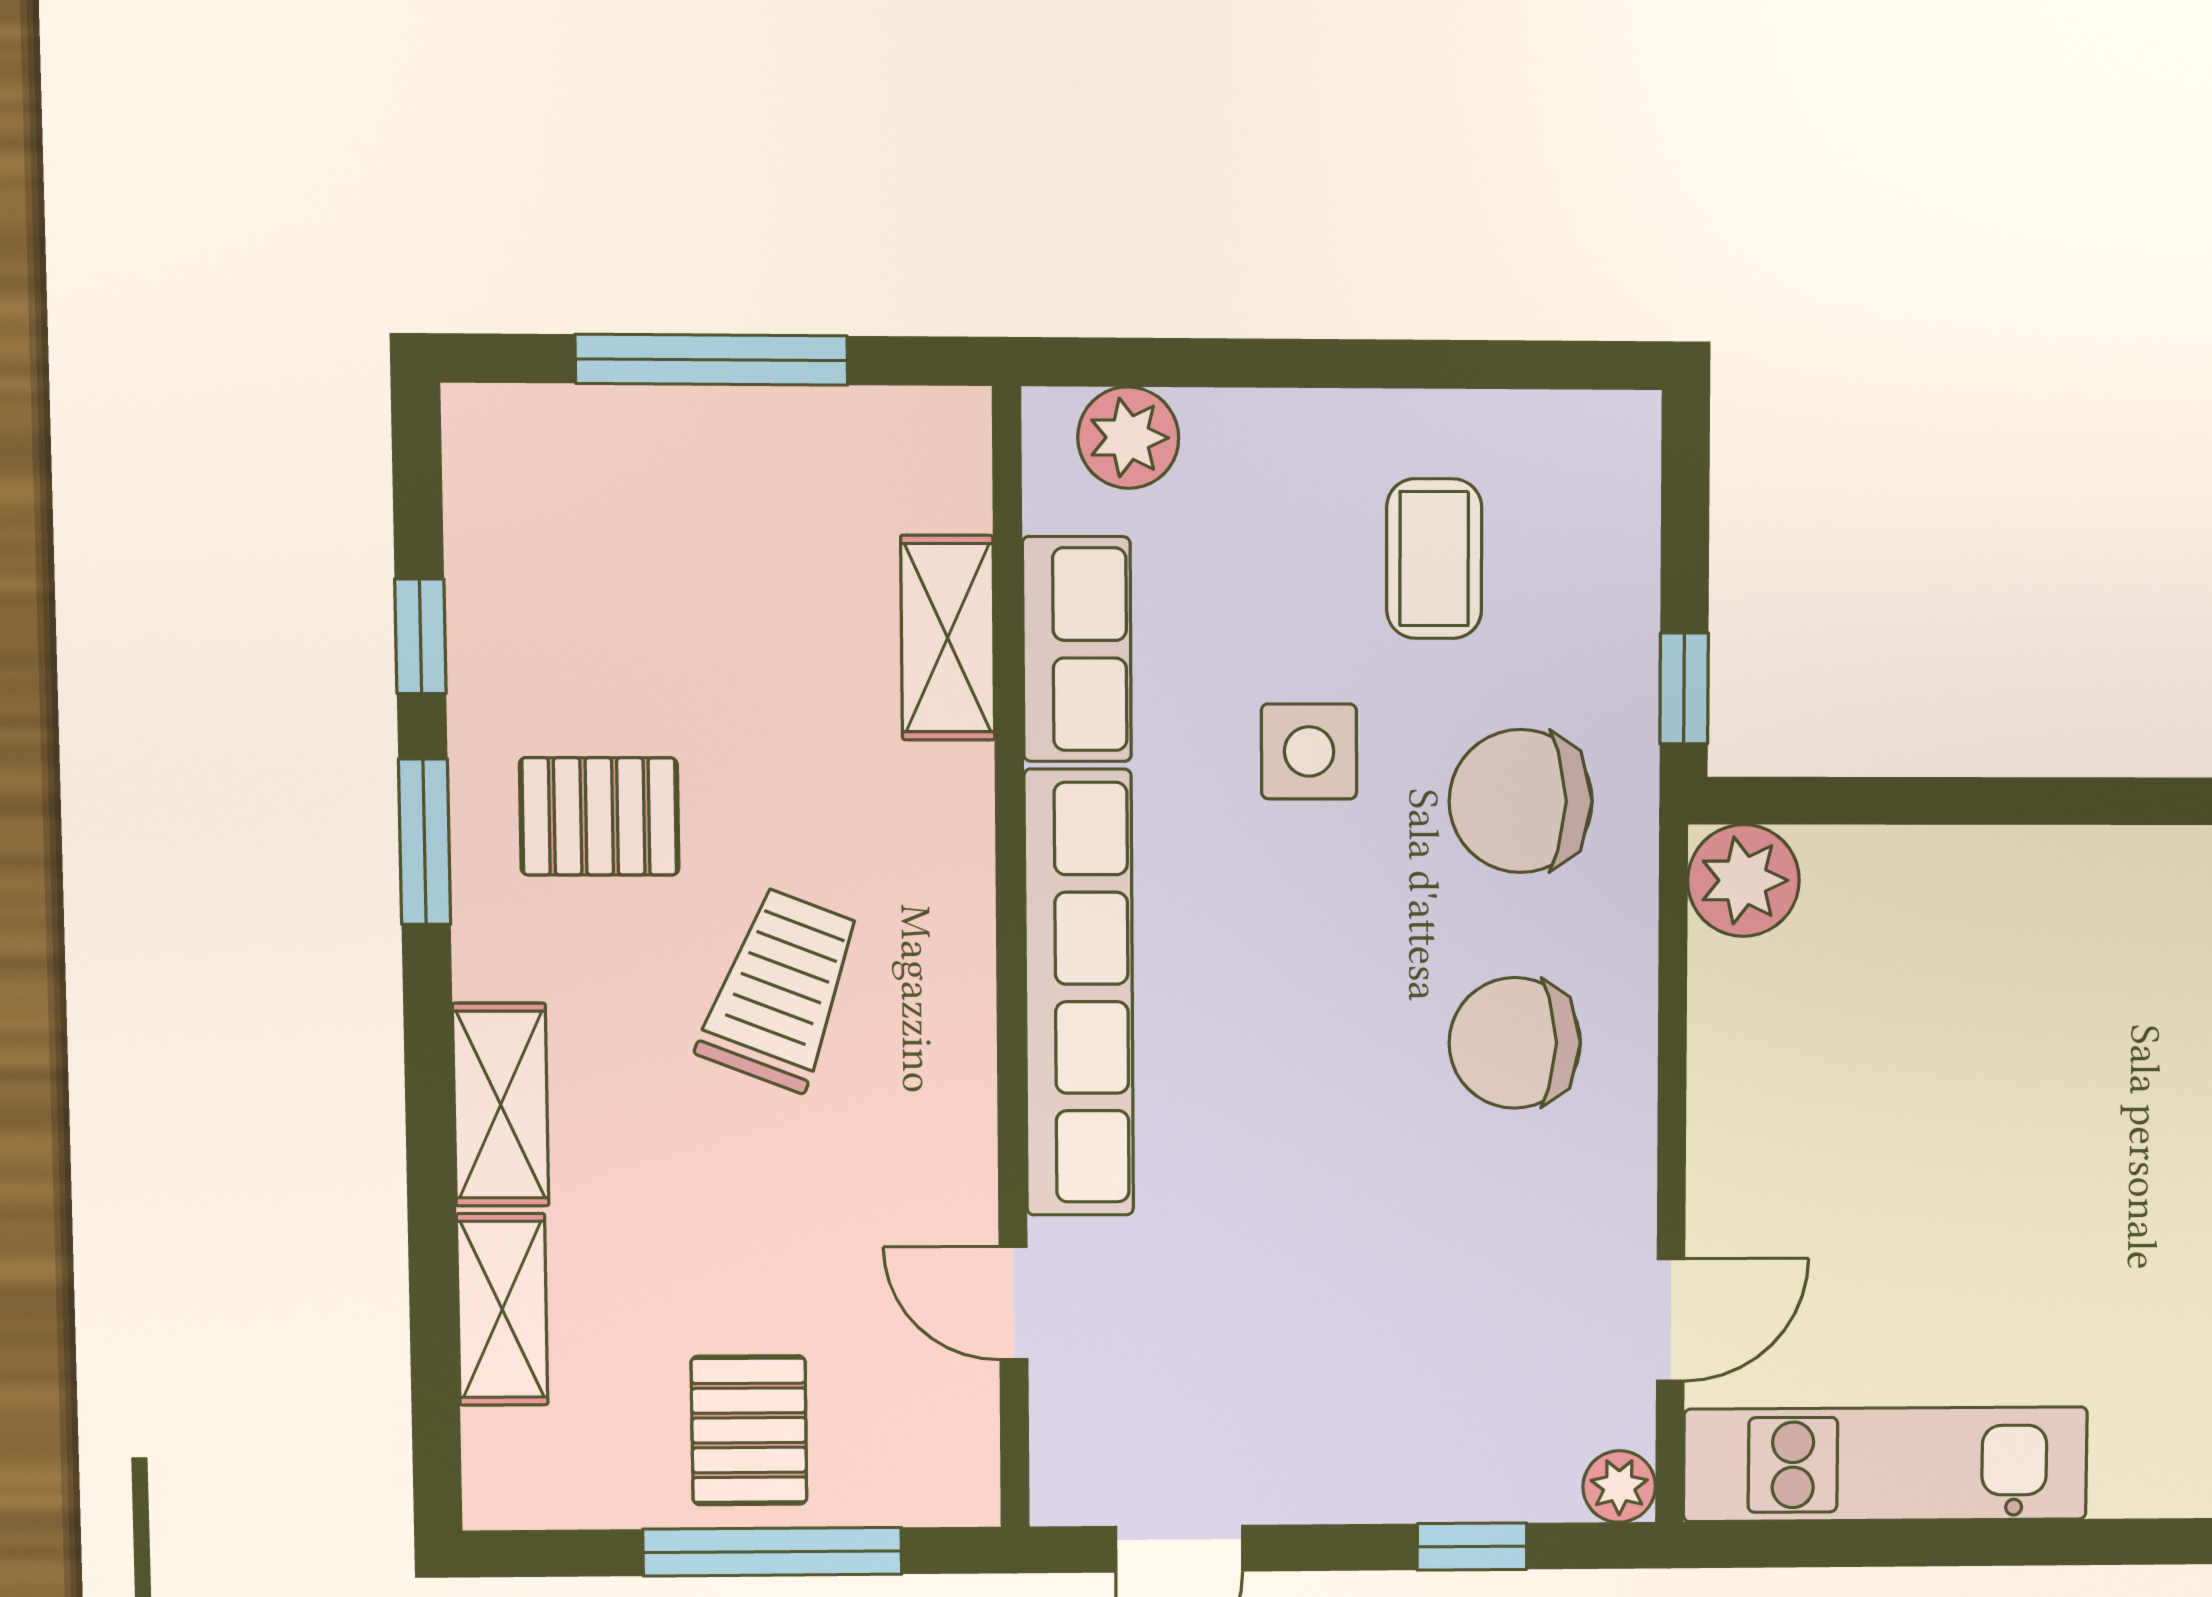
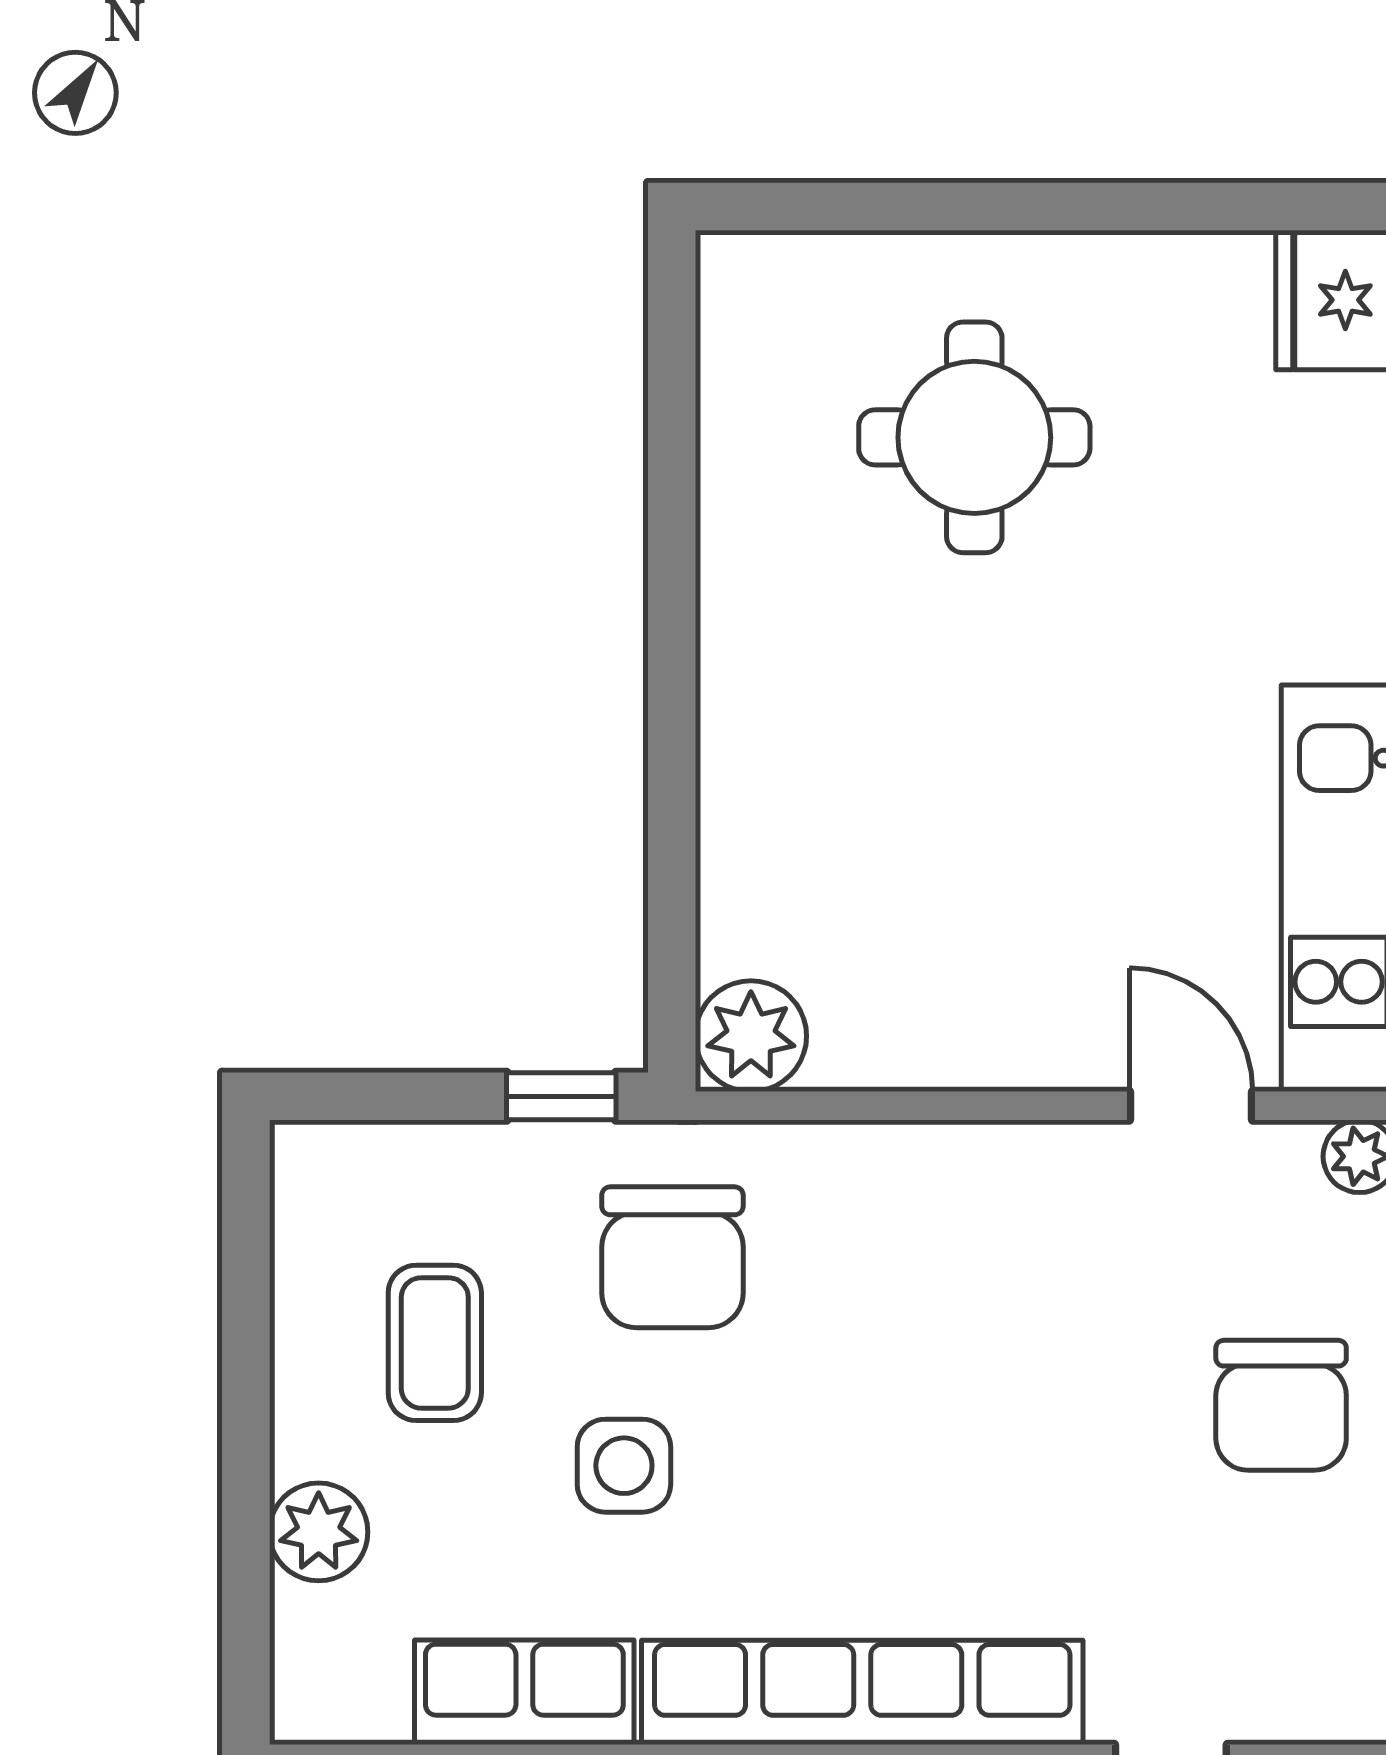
plant: (1128, 438) -> (319, 1532), moved
coffee table: (1434, 559) -> (435, 1343), turned 90
chair: (1515, 1043) -> (1281, 1405), moved

